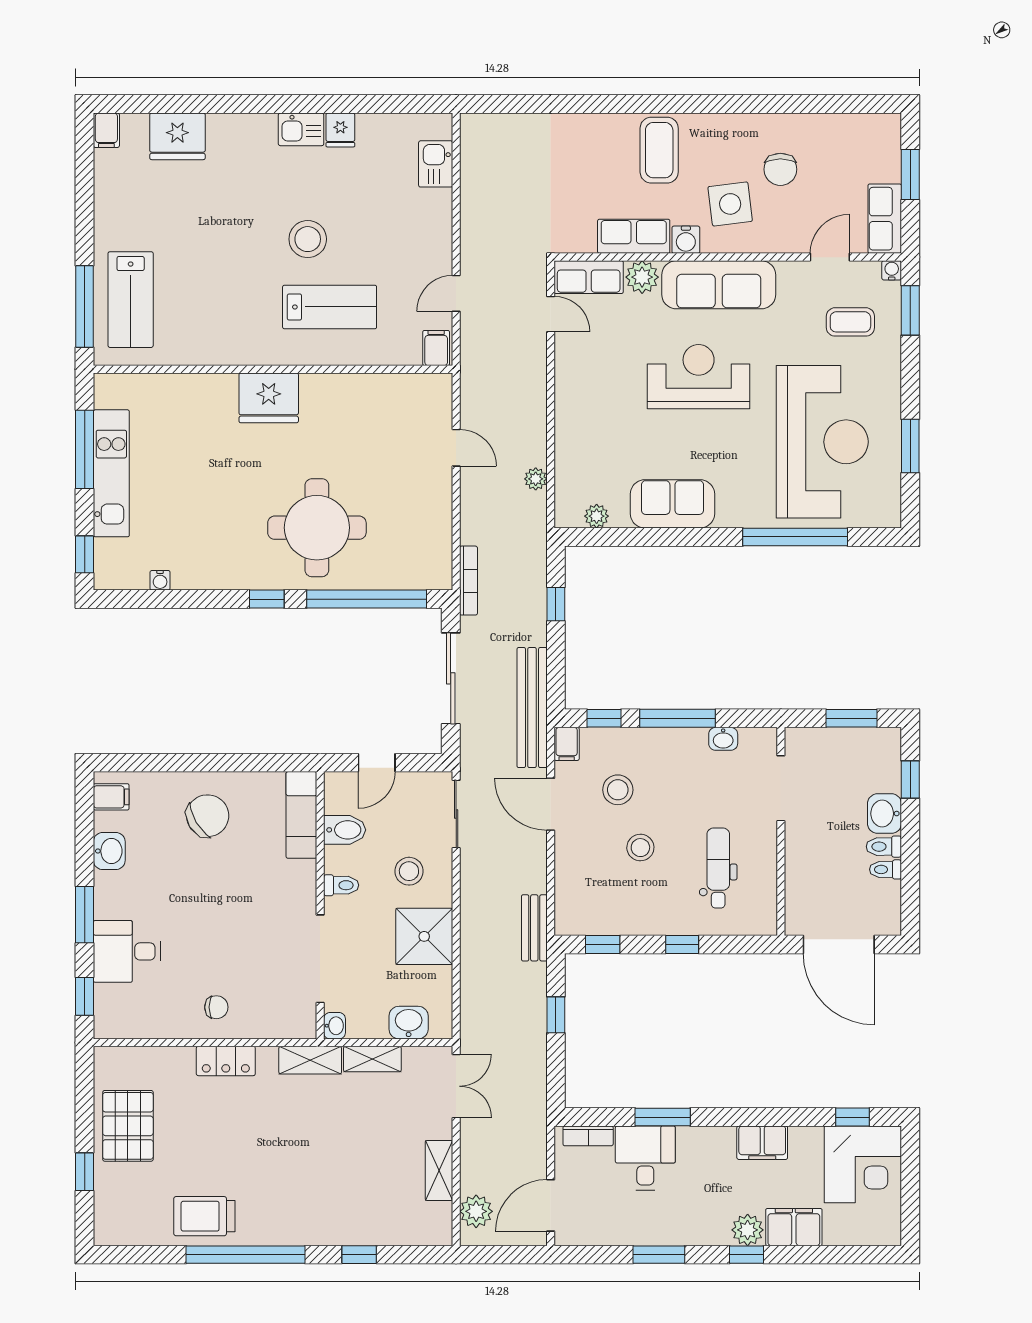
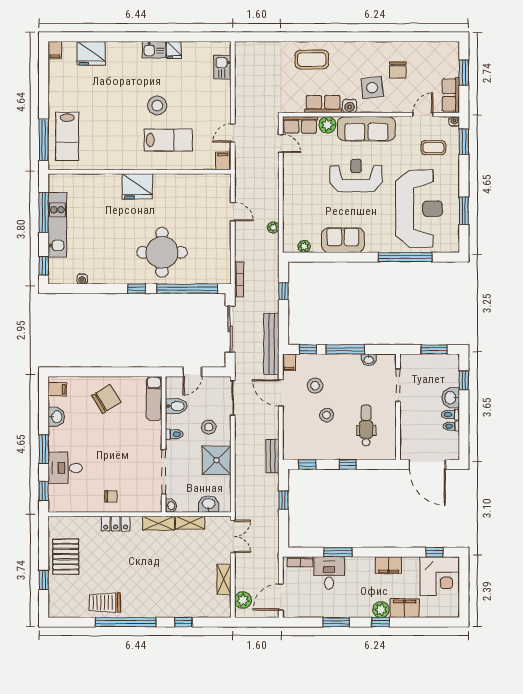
coffee table: (659, 150) -> (312, 60), moved, turned 90

